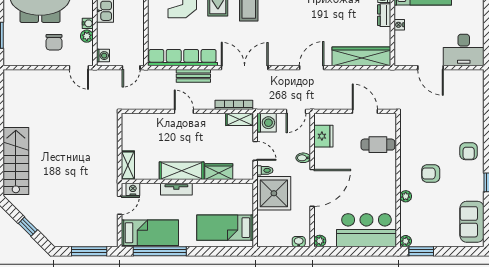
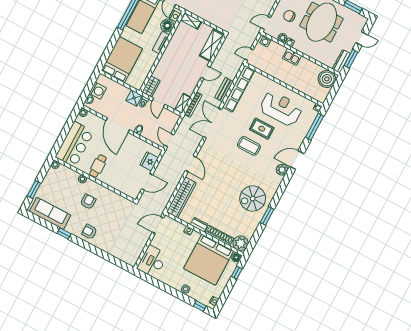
door: (131, 68) -> (249, 54), hinge flipped
double door: (245, 68) -> (212, 123), swing flipped
door: (430, 68) -> (158, 225), moved
washing machine: (267, 123) -> (98, 91), moved, turned -90
fridge: (323, 136) -> (149, 161), moved, turned 90
cafe table: (378, 145) -> (98, 166), moved
door: (255, 151) -> (159, 103), hinge flipped
shelving: (182, 171) -> (212, 45), moved
wardrobe: (219, 172) -> (151, 86), moved
floor lamp: (150, 193) -> (167, 26), added
shower: (274, 193) -> (134, 98), width x0.54, depth x0.54
sofa: (472, 222) -> (50, 213), width x1.36
bed: (225, 228) -> (122, 60), width x1.50
window: (421, 251) -> (34, 190), moved

